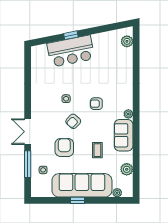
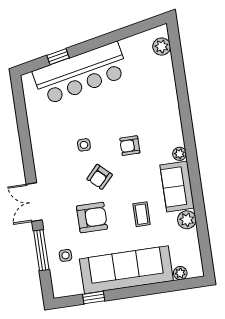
window: (71, 35) -> (58, 57), moved
bar counter: (71, 51) -> (81, 73), width x1.36
armchair: (64, 147) -> (92, 218), turned 90
plant: (127, 169) -> (187, 220), moved
window: (78, 200) -> (94, 298), moved

